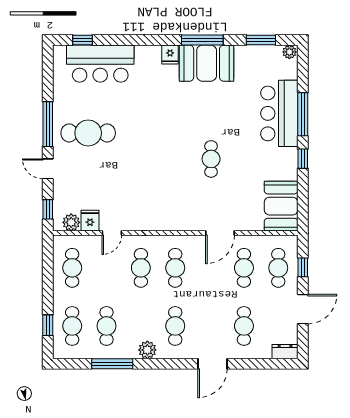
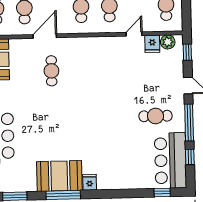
bar counter: (100, 64) -> (170, 161), moved, turned -90
window: (48, 82) -> (190, 157), added
cafe table: (88, 133) -> (156, 116), width x0.73, depth x0.74
cafe table: (211, 159) -> (51, 71), moved

